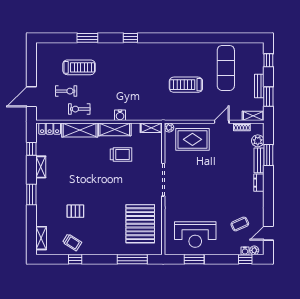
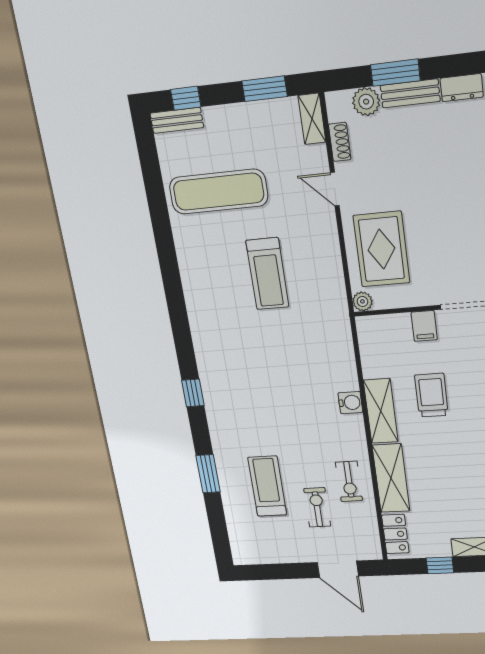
bench: (259, 86) -> (177, 120), moved
shelving: (151, 128) -> (368, 338), removed
filing cabinet: (155, 155) -> (424, 326), added

